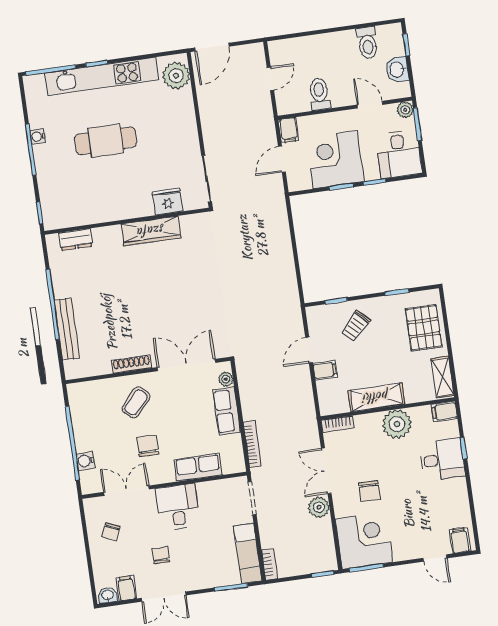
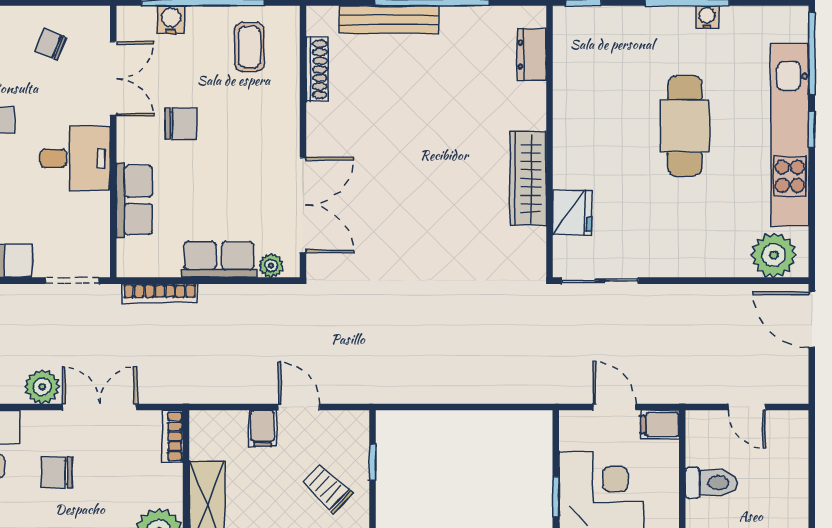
shoe rack: (131, 364) -> (317, 69), moved
coffee table: (136, 402) -> (249, 47), moved, turned 48

